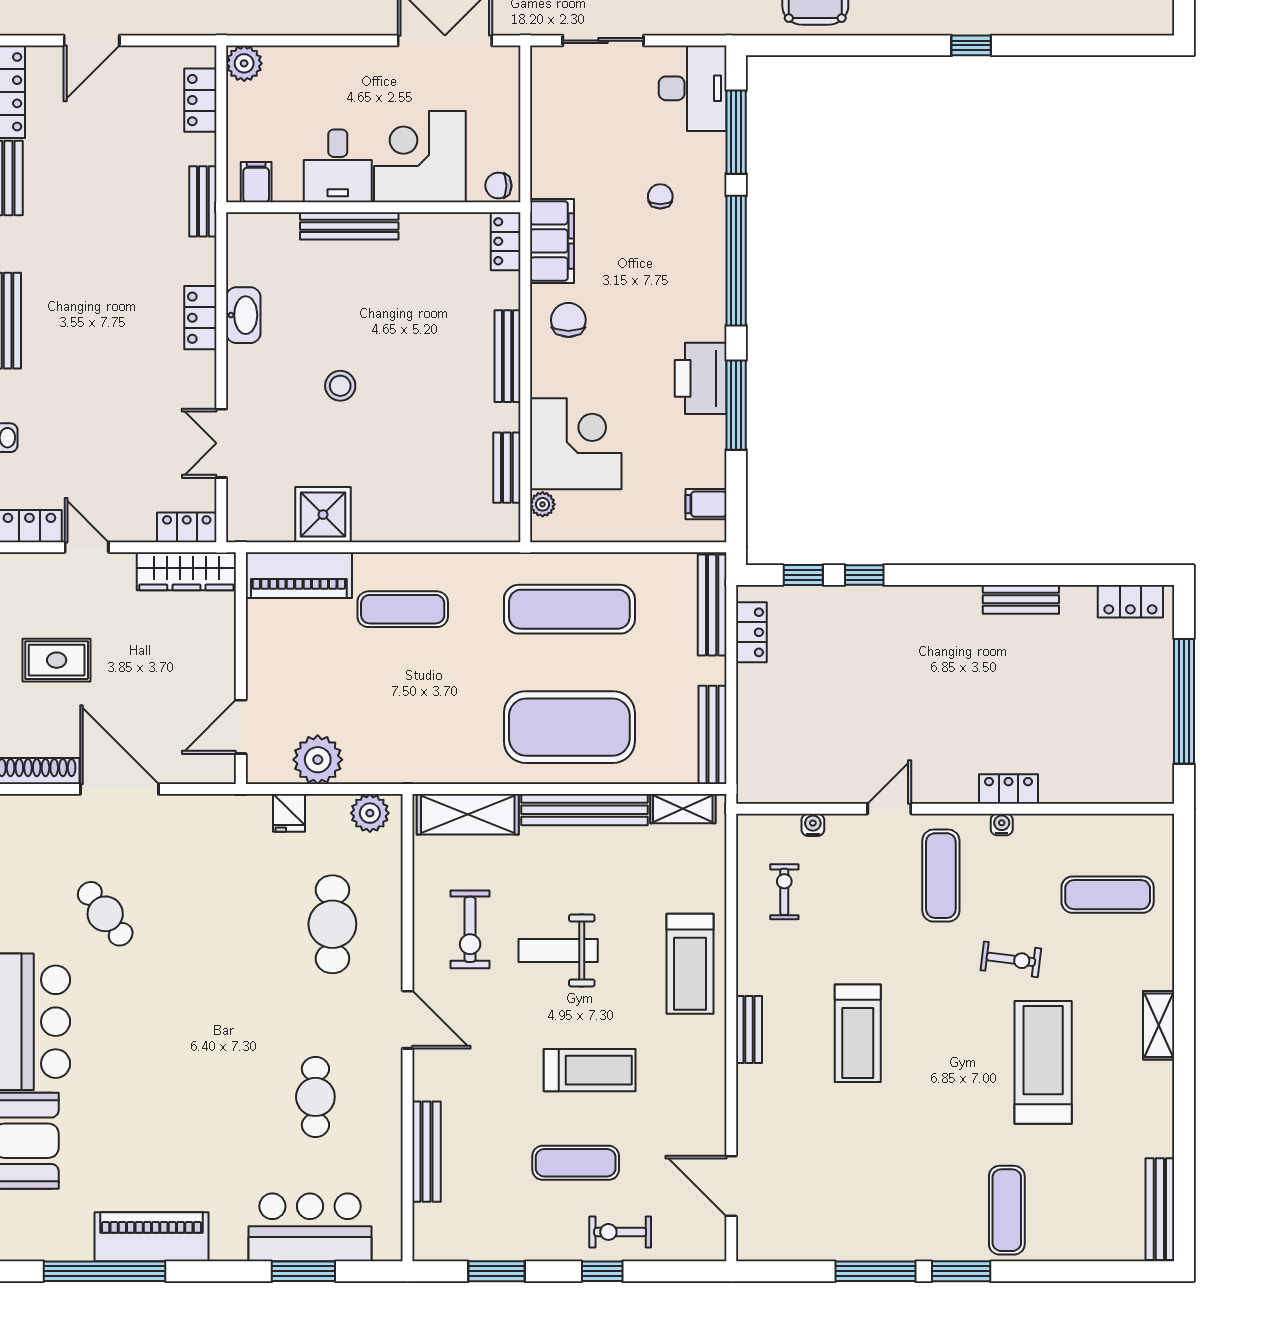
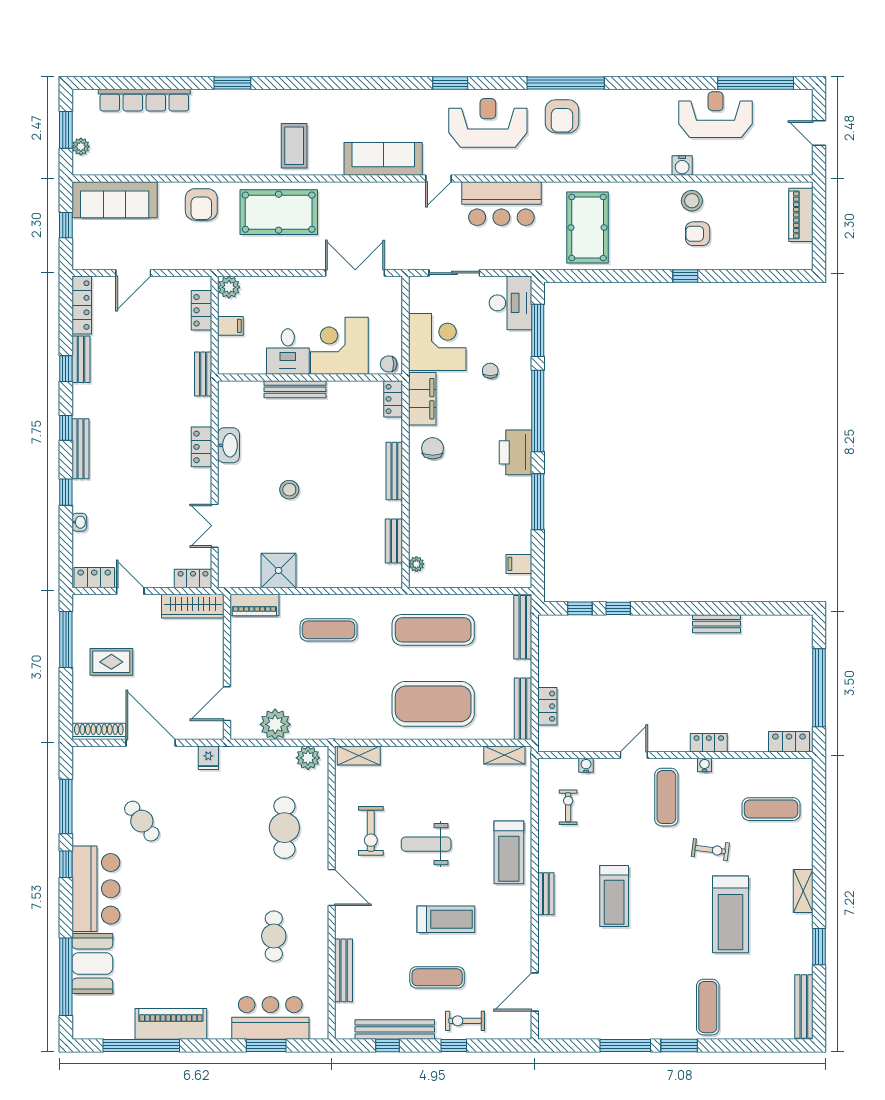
filing cabinet: (256, 182) -> (230, 326), moved, turned 90
printer: (701, 378) -> (516, 452), moved
corner desk: (576, 444) -> (437, 342), moved
piano: (299, 575) -> (254, 605), width x0.73, depth x0.75
locker: (1130, 601) -> (789, 742), moved, turned 180
locker: (751, 632) -> (547, 706), moved
bench: (584, 810) -> (395, 1029), moved
fridge: (289, 813) -> (208, 758), moved
shelving: (468, 814) -> (359, 755), width x0.67, depth x0.75
treadmill: (1043, 1062) -> (731, 914), turned 180
window: (1184, 1114) -> (819, 947), added
door: (731, 1186) -> (535, 992), hinge flipped
window: (497, 1271) -> (387, 1045), width x0.67

